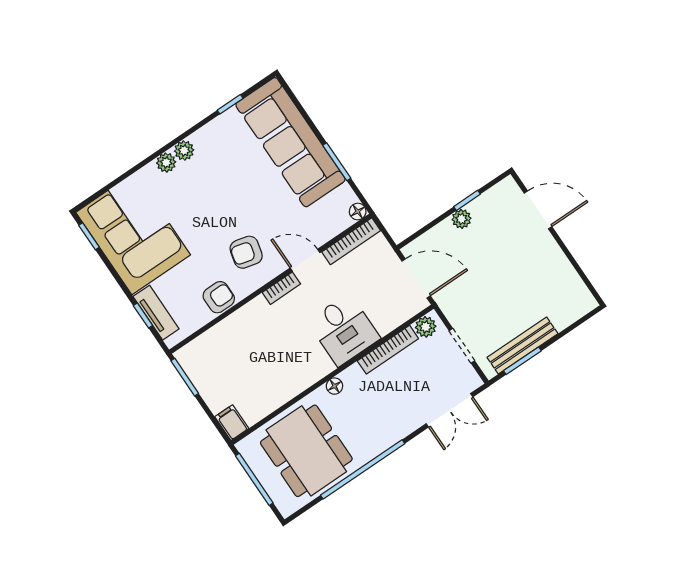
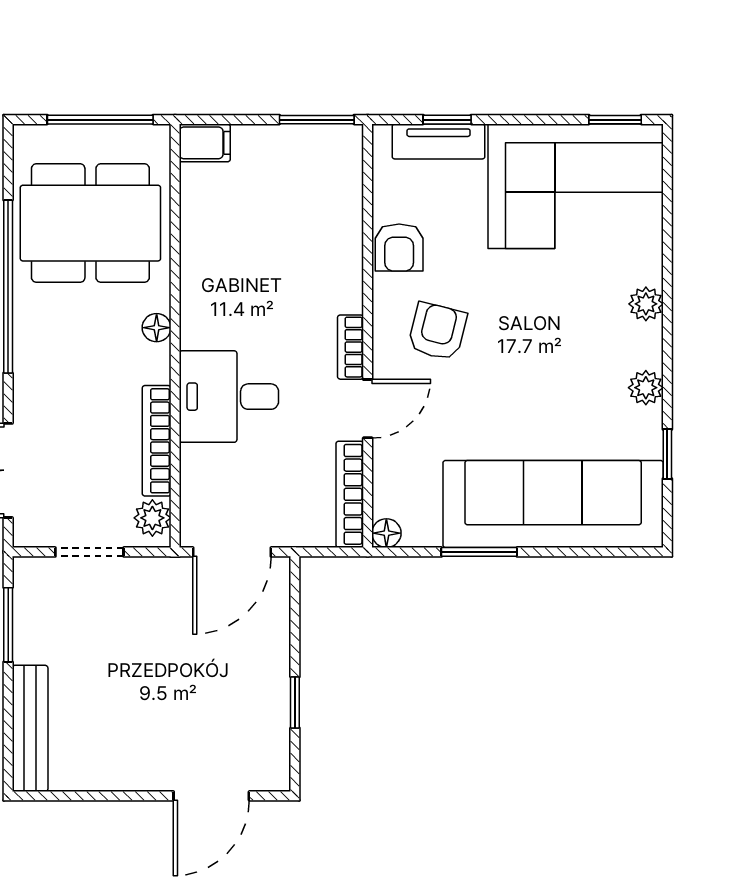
plant: (184, 150) -> (646, 388), moved
plant: (462, 219) -> (274, 676), removed
bench: (522, 346) -> (30, 728), moved

